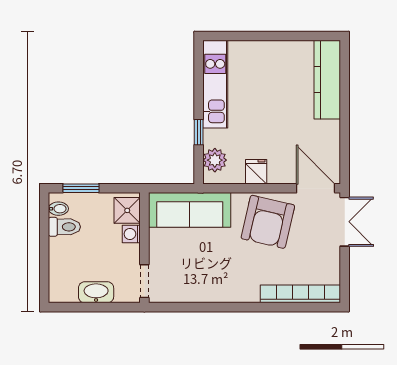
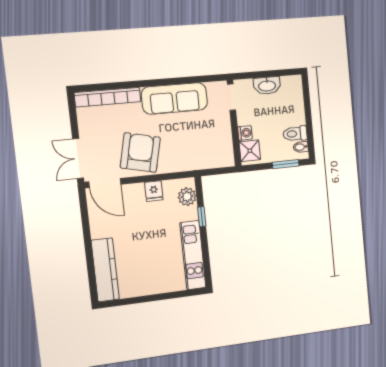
sofa: (190, 210) -> (175, 98), moved, turned 180

